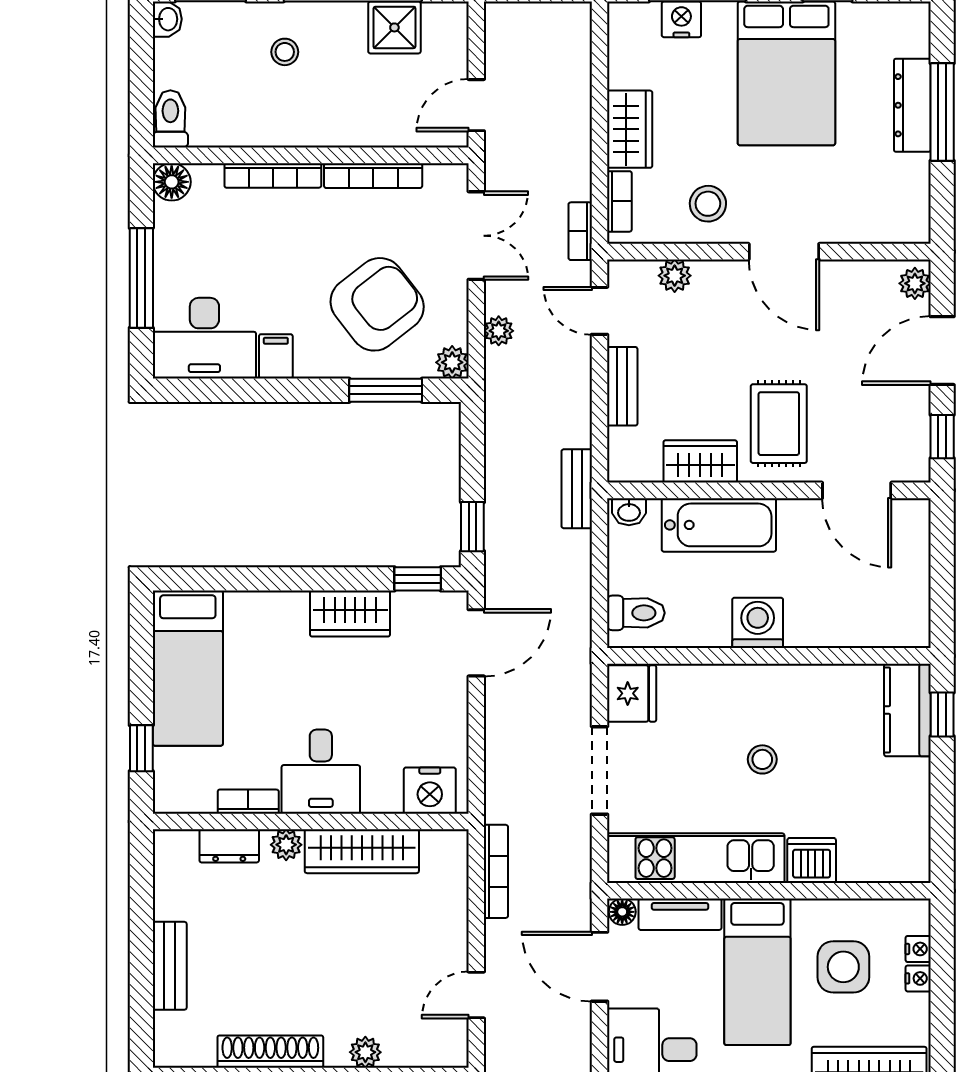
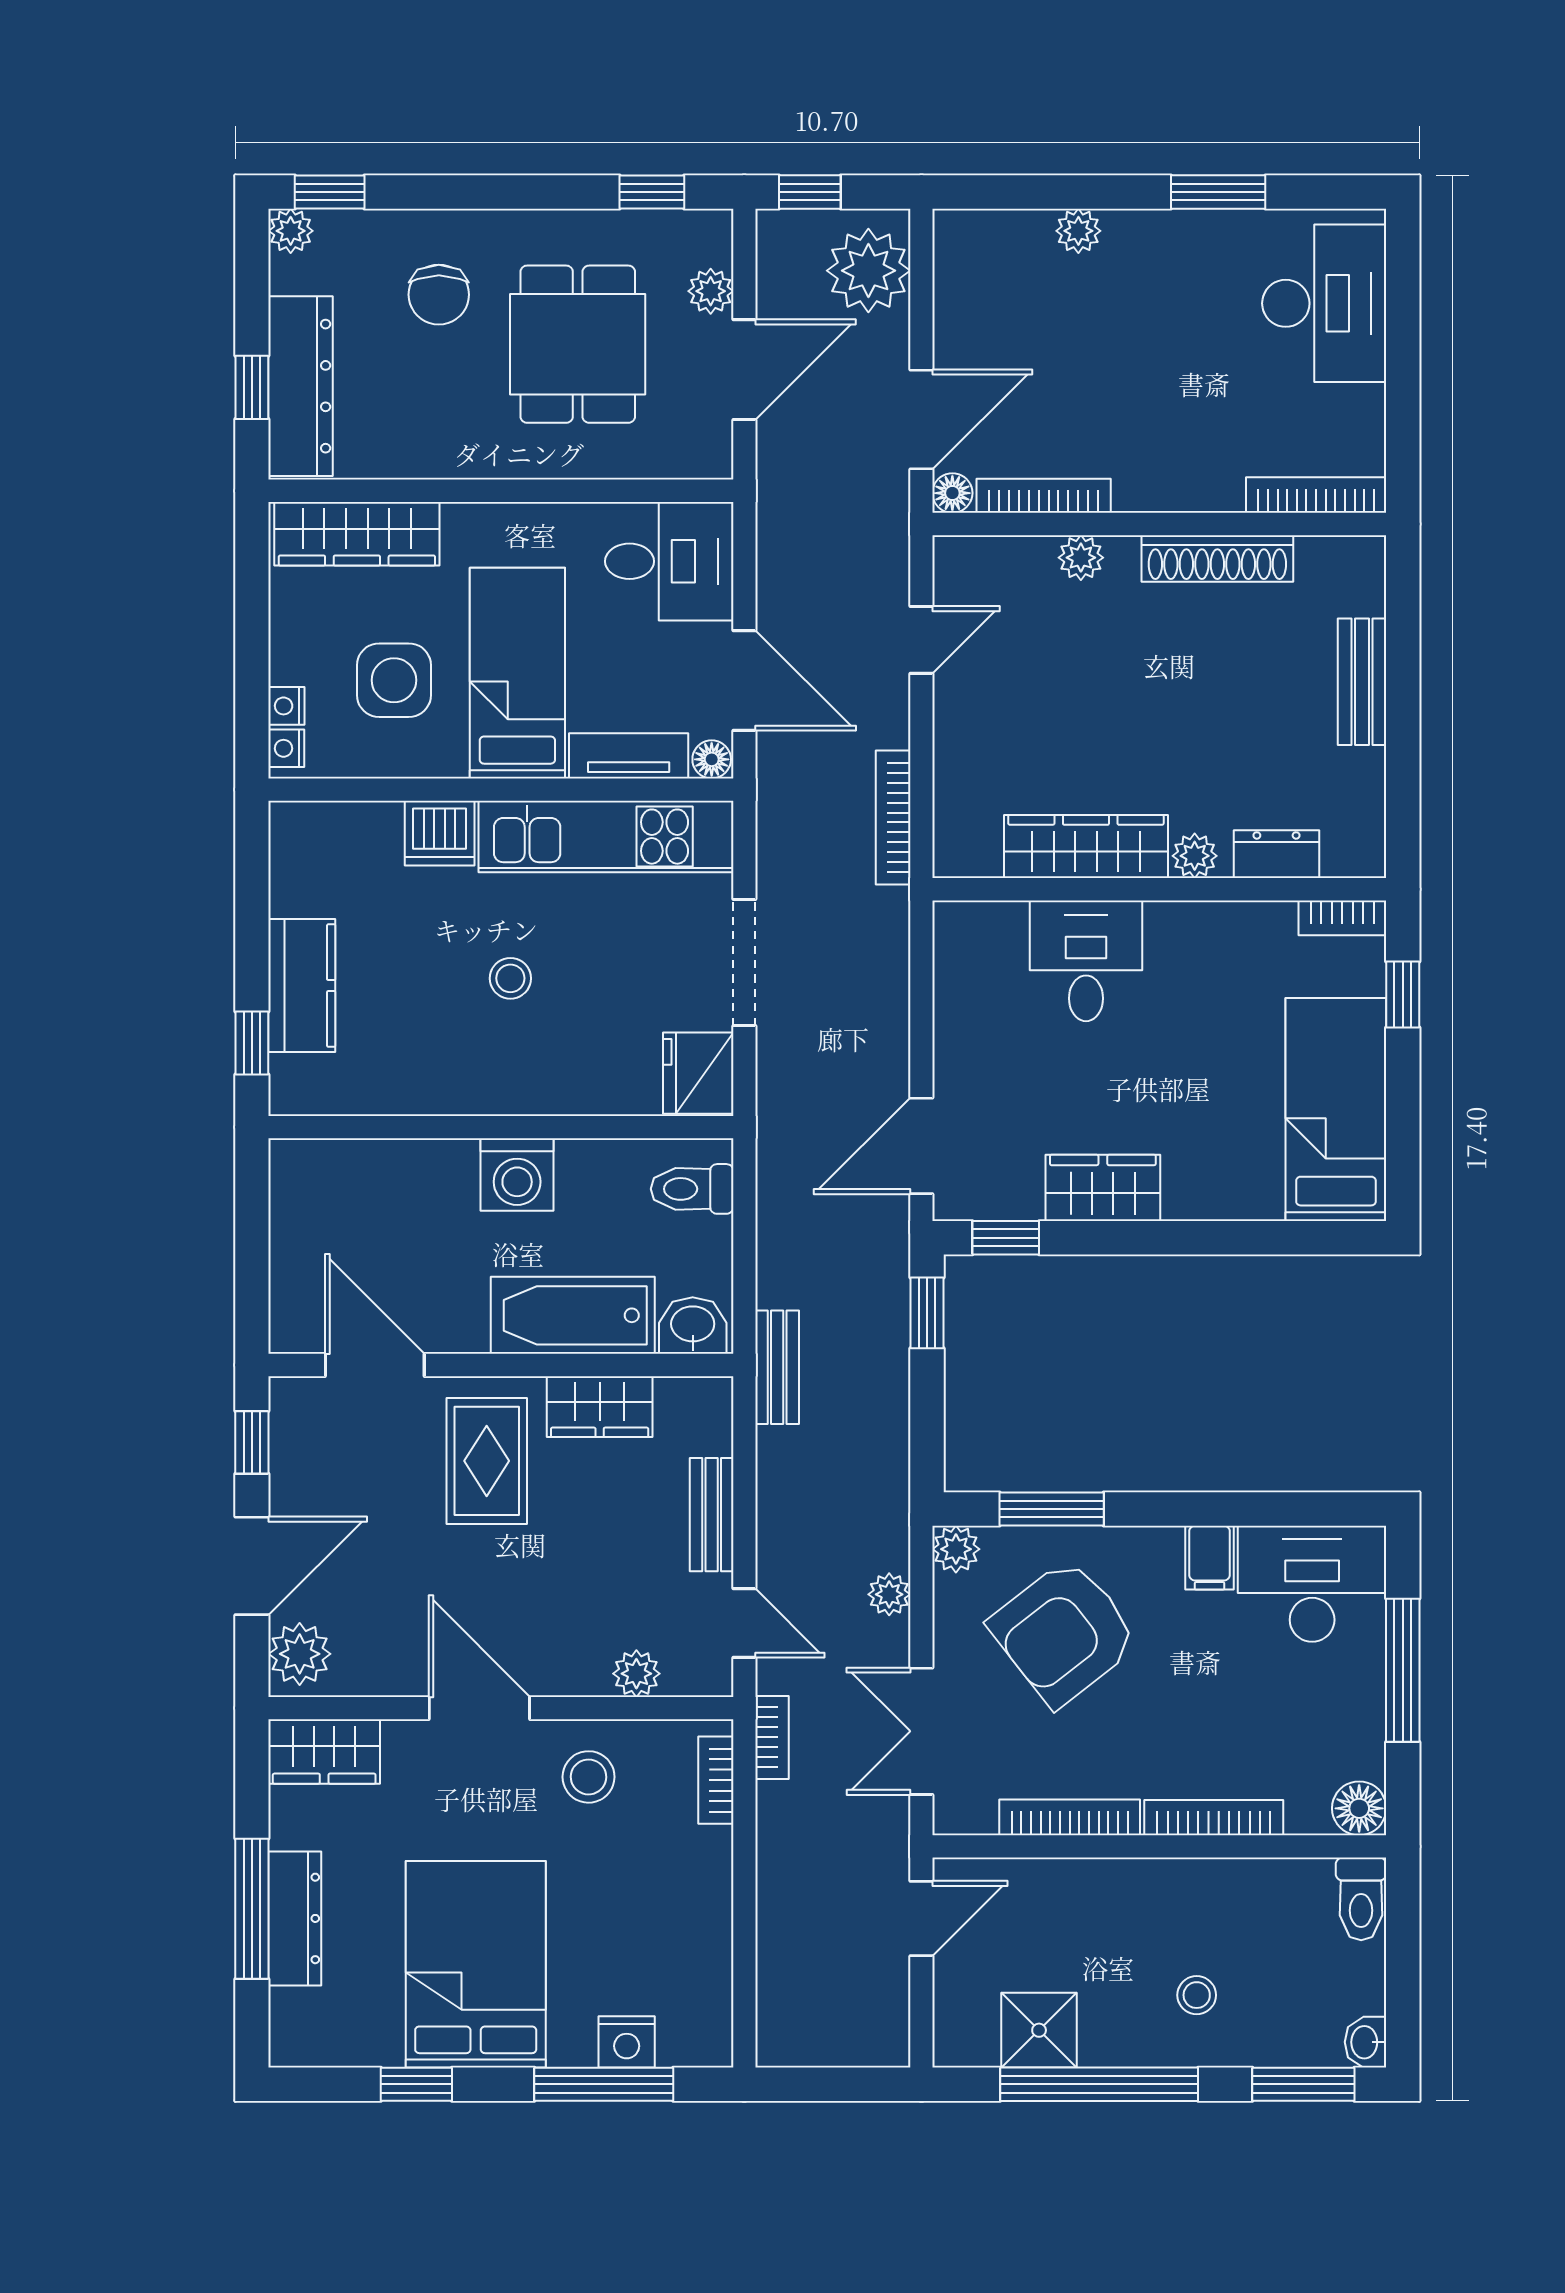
wardrobe: (630, 129) -> (324, 1751), moved, turned -90
plant: (915, 283) -> (300, 1654), width x1.38, depth x1.38
washbasin: (629, 512) -> (693, 1326), width x1.38, depth x1.45
kitchen counter: (907, 710) -> (302, 986), moved
desk: (321, 772) -> (1086, 961), moved
nightstand: (430, 791) -> (988, 934), removed
bookcase: (248, 802) -> (1342, 918), moved
nightstand: (918, 978) -> (286, 748), moved

